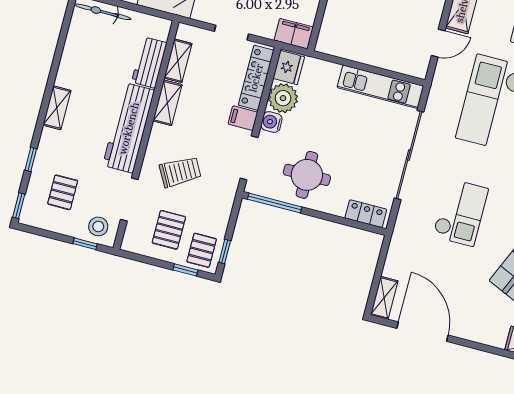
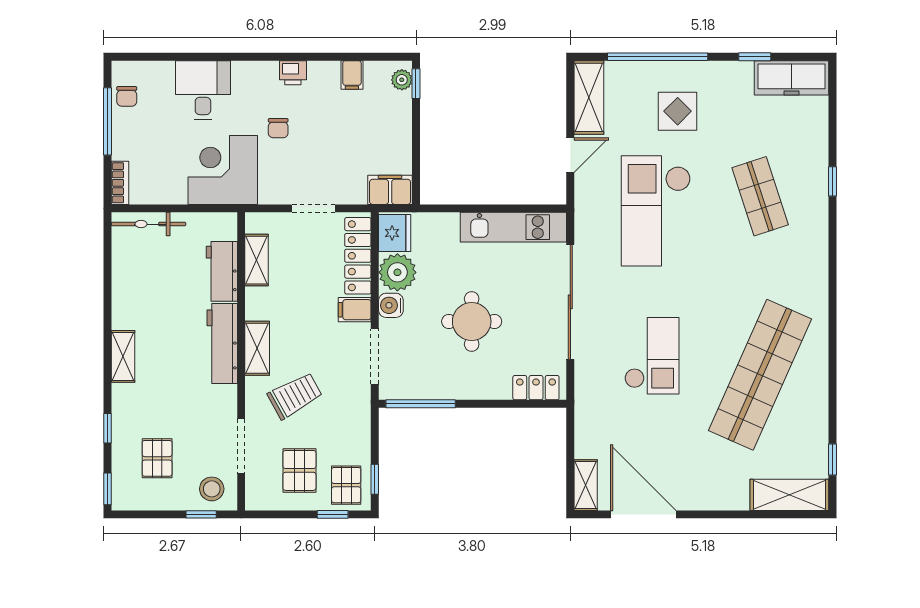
shelving: (167, 103) -> (257, 348), moved
workbench: (129, 128) -> (222, 343), width x0.73, depth x0.76
round table: (307, 175) -> (472, 321), moved

